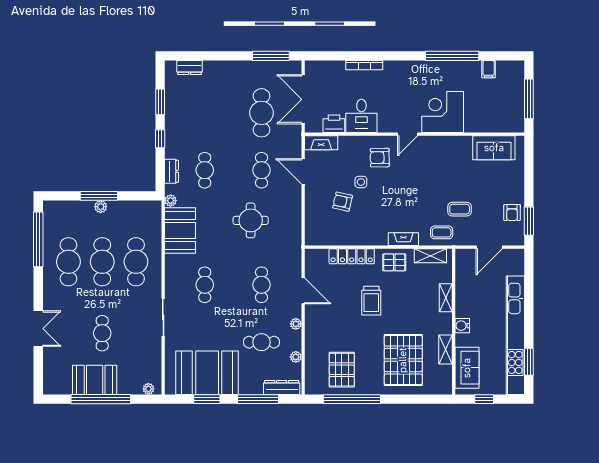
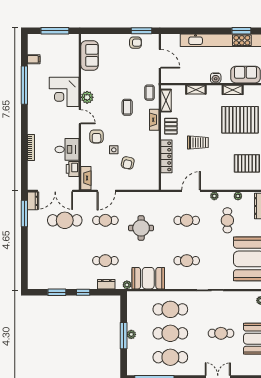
dresser: (190, 68) -> (33, 201), moved
plant: (435, 144) -> (87, 97), added
coffee table: (460, 209) -> (127, 107), moved

